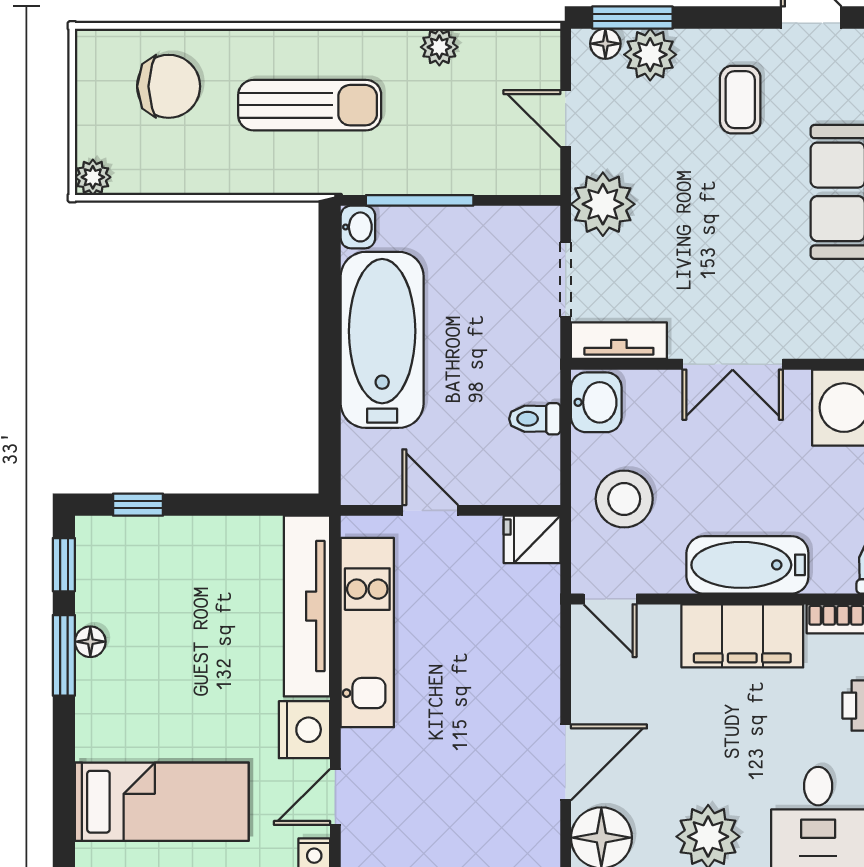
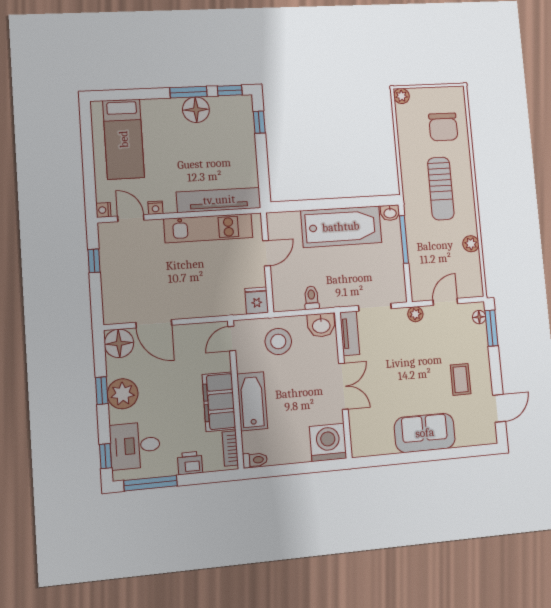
plant: (650, 55) -> (476, 337), removed
coffee table: (740, 100) -> (461, 379), turned 90
plant: (603, 204) -> (415, 314), width x0.53, depth x0.53
double door: (733, 364) -> (343, 386), swing flipped
floor lamp: (90, 642) -> (196, 110), width x1.89, depth x1.89
nightstand: (304, 730) -> (155, 208), width x0.53, depth x0.56

